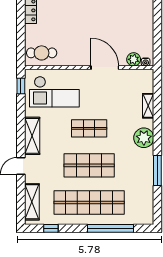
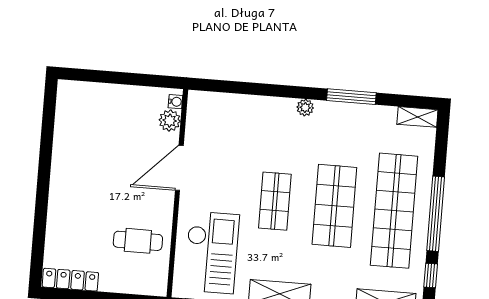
cafe table: (42, 53) -> (138, 241), moved, turned 90
shelving: (148, 106) -> (417, 117), moved
plant: (144, 138) -> (305, 108), width x0.53, depth x0.53
window: (111, 228) -> (436, 214), moved

